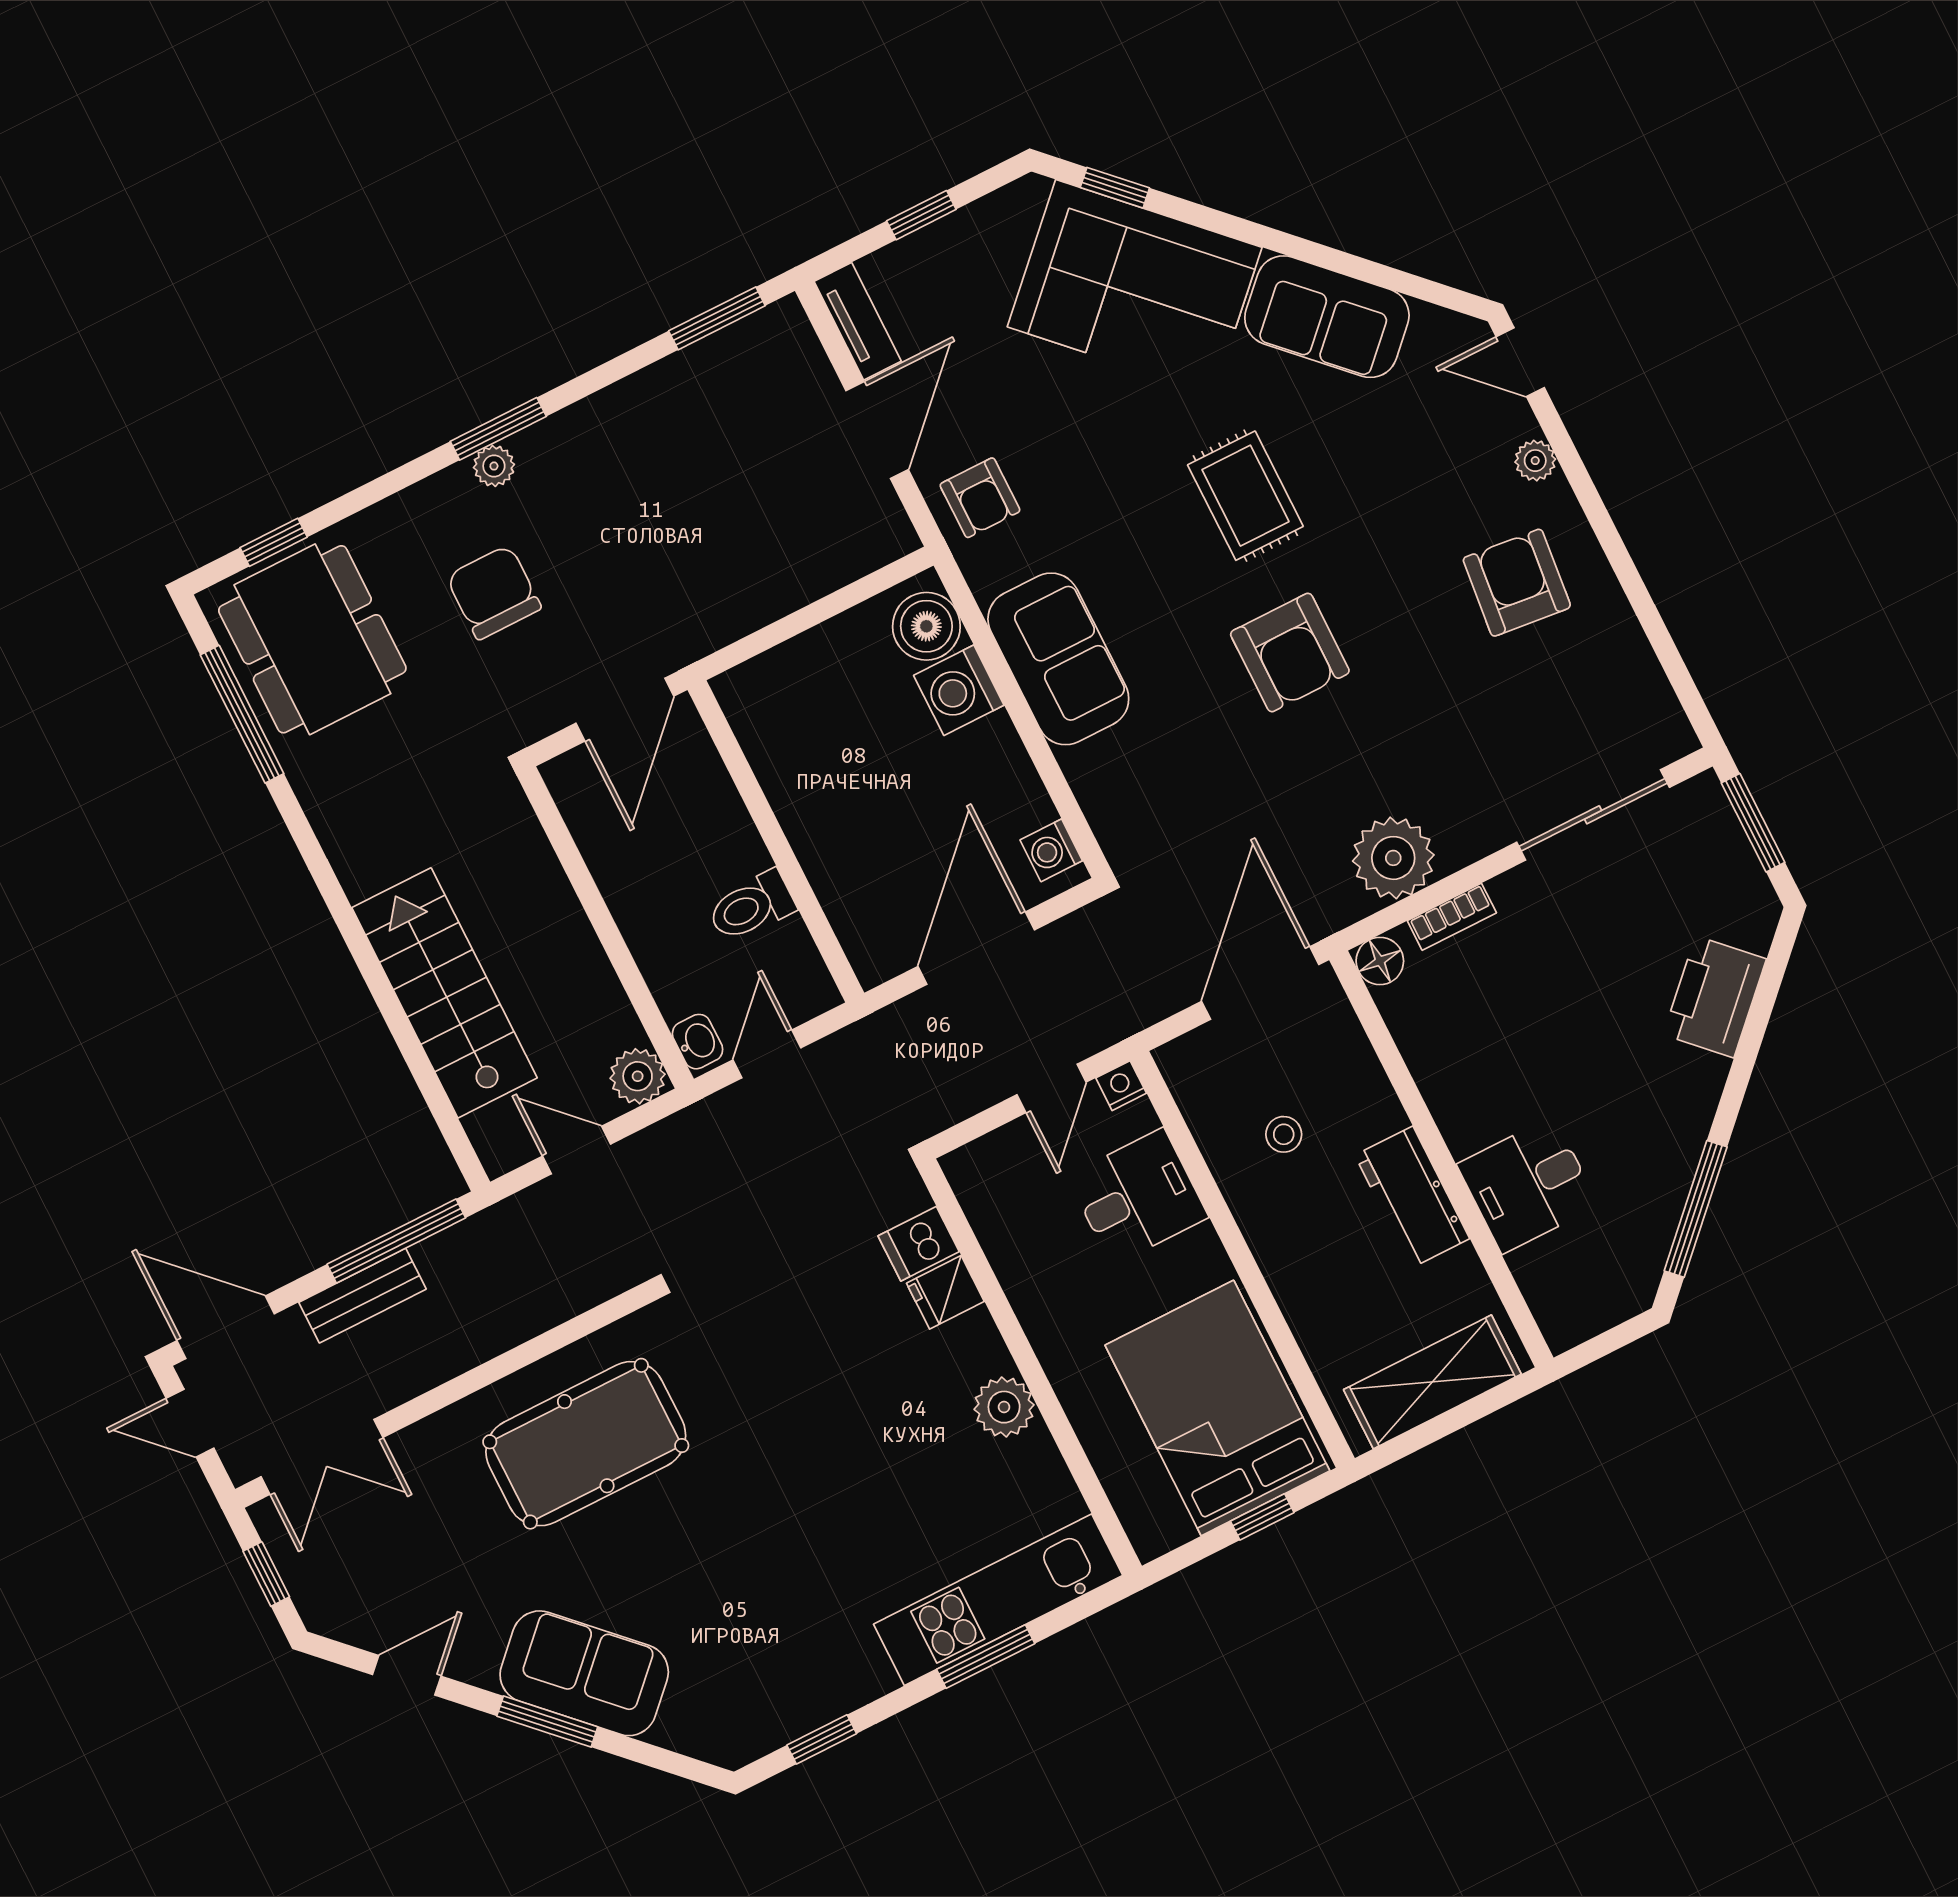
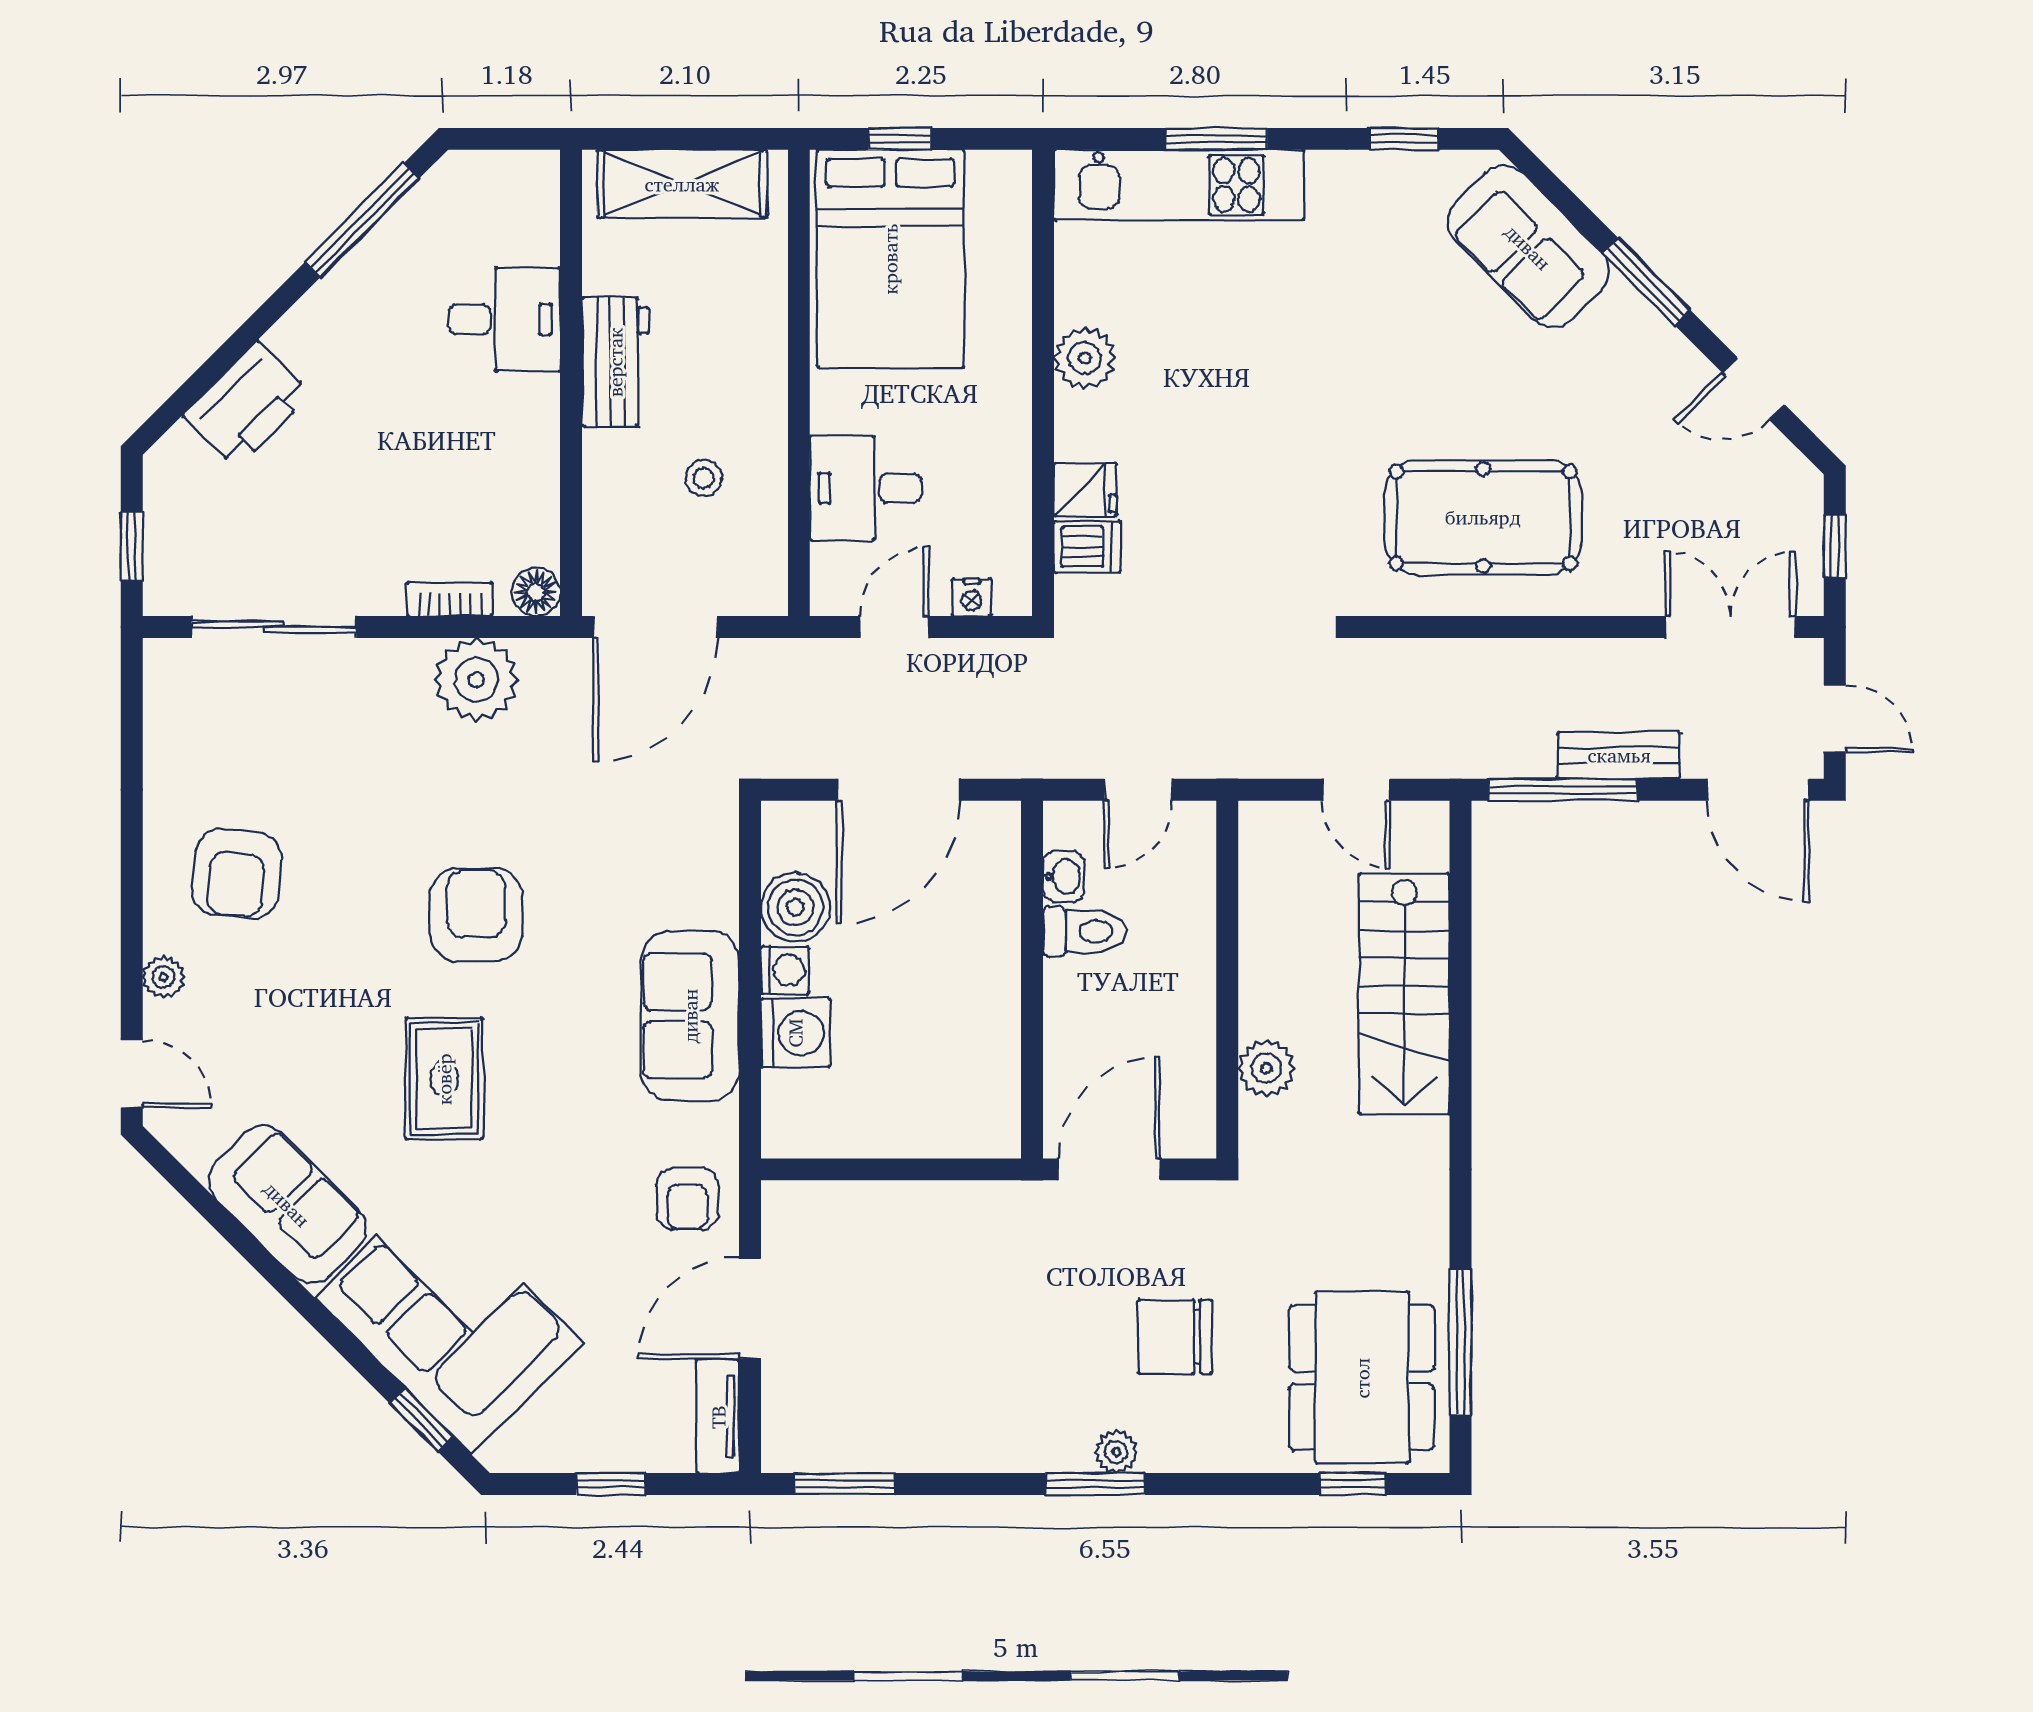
armchair: (980, 498) -> (687, 1199), turned 180
chair: (494, 592) -> (1175, 1337), turned 90
boiler: (926, 626) -> (795, 907), moved
window: (1753, 823) -> (132, 546), width x0.67
washing machine: (1051, 850) -> (785, 970), moved
washbasin: (698, 1042) -> (1064, 877), moved, turned 180
plant: (638, 1076) -> (1267, 1068), moved
nightstand: (1121, 1086) -> (972, 597), moved
sofa: (584, 1673) -> (1528, 247), moved

